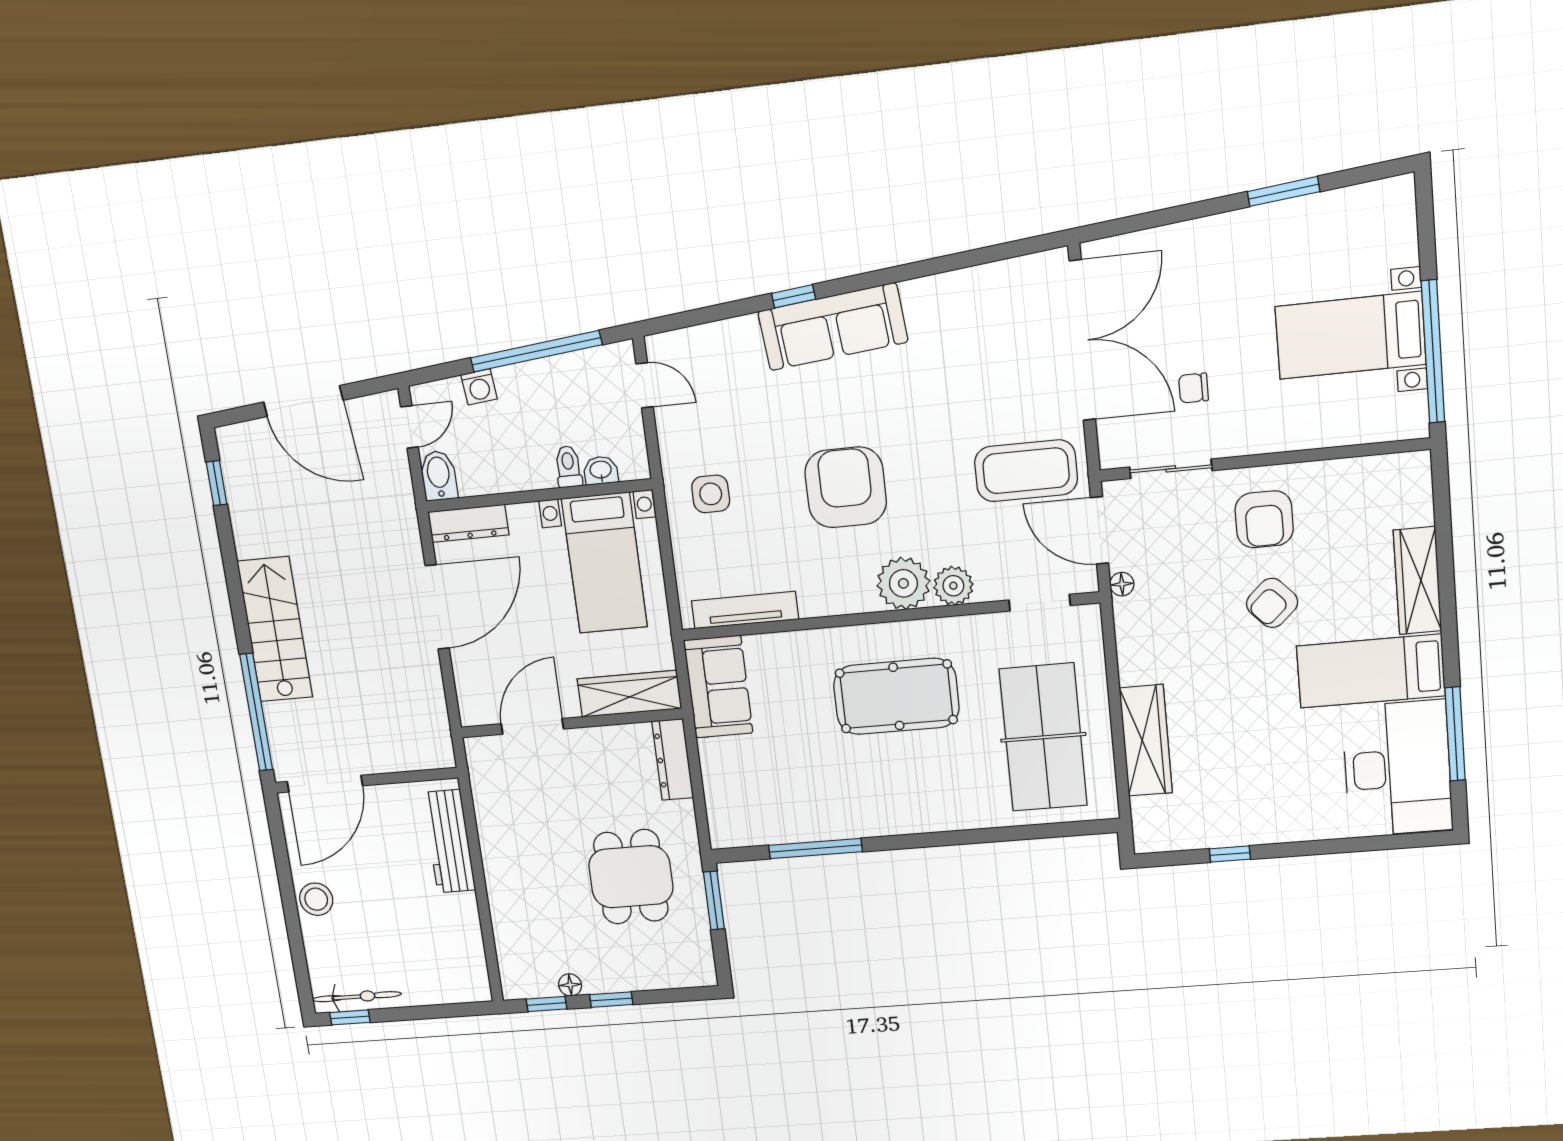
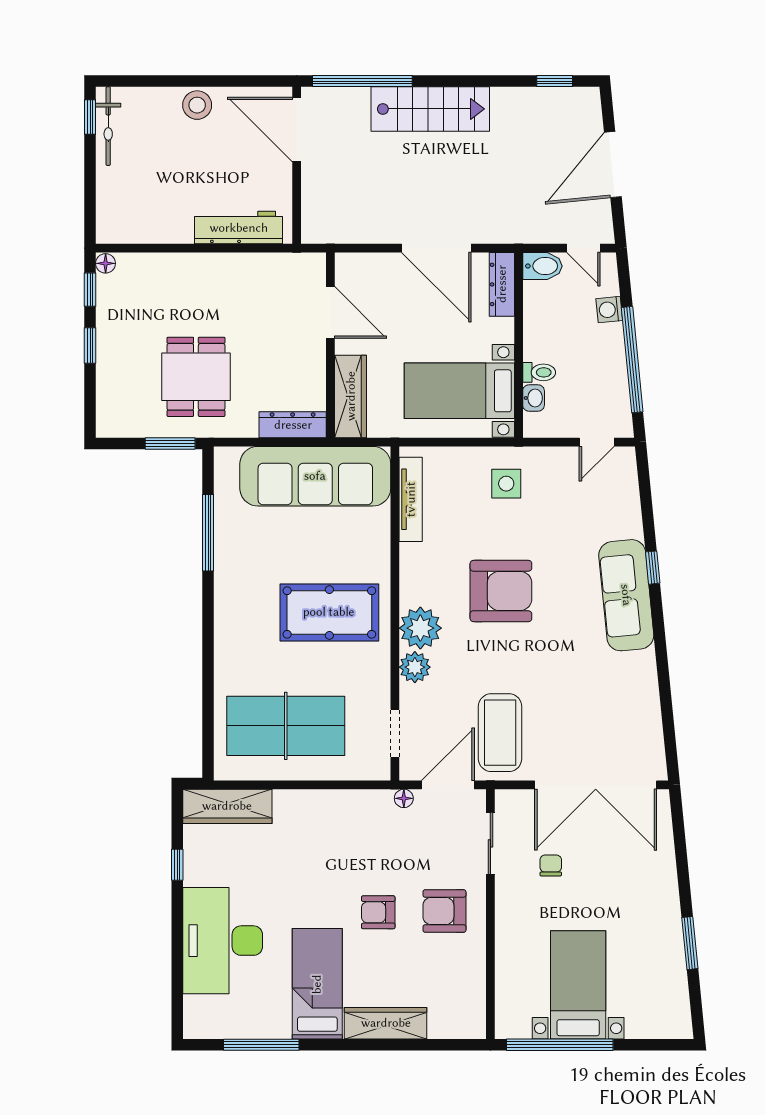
armchair: (1272, 603) -> (378, 912), turned -47
sofa: (718, 687) -> (315, 476), width x1.85, depth x1.27
pool table: (896, 696) -> (329, 612), turned 90
wardrobe: (1146, 740) -> (227, 806), moved
desk: (1397, 768) -> (223, 941), moved, turned 90
dining table: (631, 877) -> (196, 377), turned 90
floor lamp: (570, 985) -> (106, 263), moved

